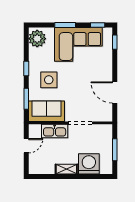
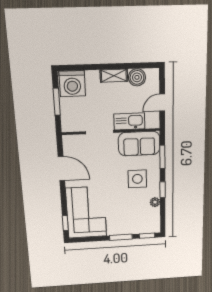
window: (98, 25) -> (147, 236), moved
plant: (37, 39) -> (155, 202), moved, width x0.53, depth x0.53
corner sofa: (78, 44) -> (86, 212), moved, turned 90
washing machine: (89, 164) -> (72, 84), moved
boiler: (47, 167) -> (137, 77), added

